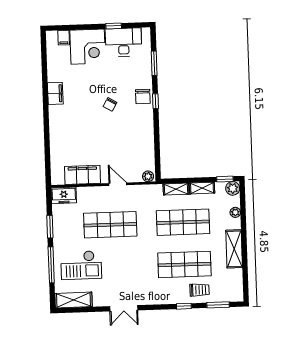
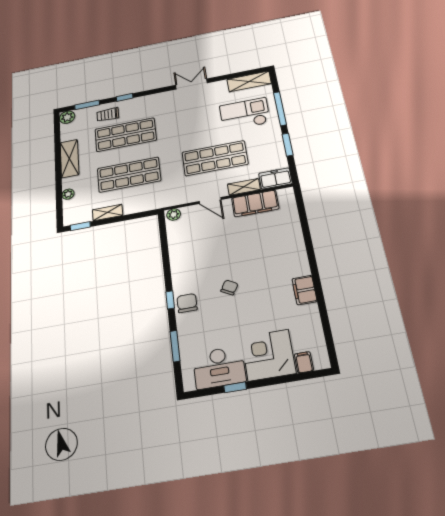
plant: (233, 188) -> (67, 117), moved
shelving: (176, 189) -> (244, 187), moved

